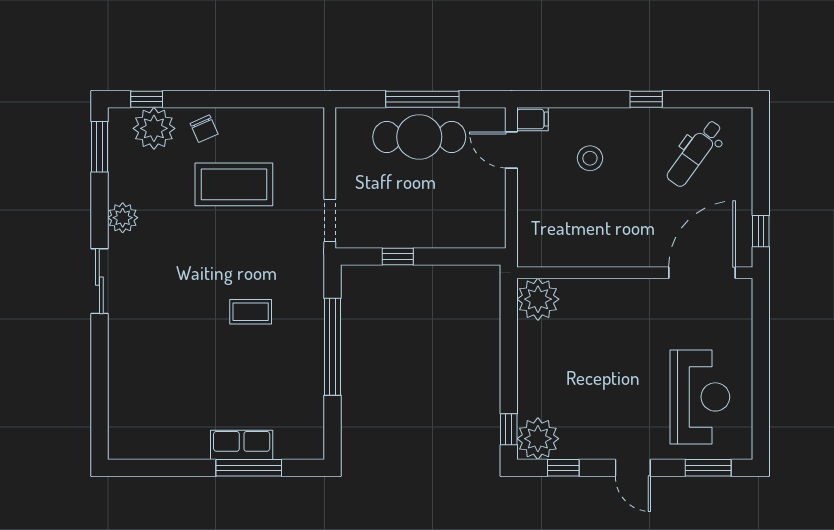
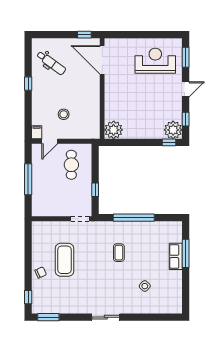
plant: (154, 128) -> (41, 294), removed
cafe table: (419, 137) -> (71, 165), moved, width x0.73, depth x0.74
stool: (590, 158) -> (64, 114), moved
plant: (123, 218) -> (79, 307), removed
side table: (172, 372) -> (145, 286), added

